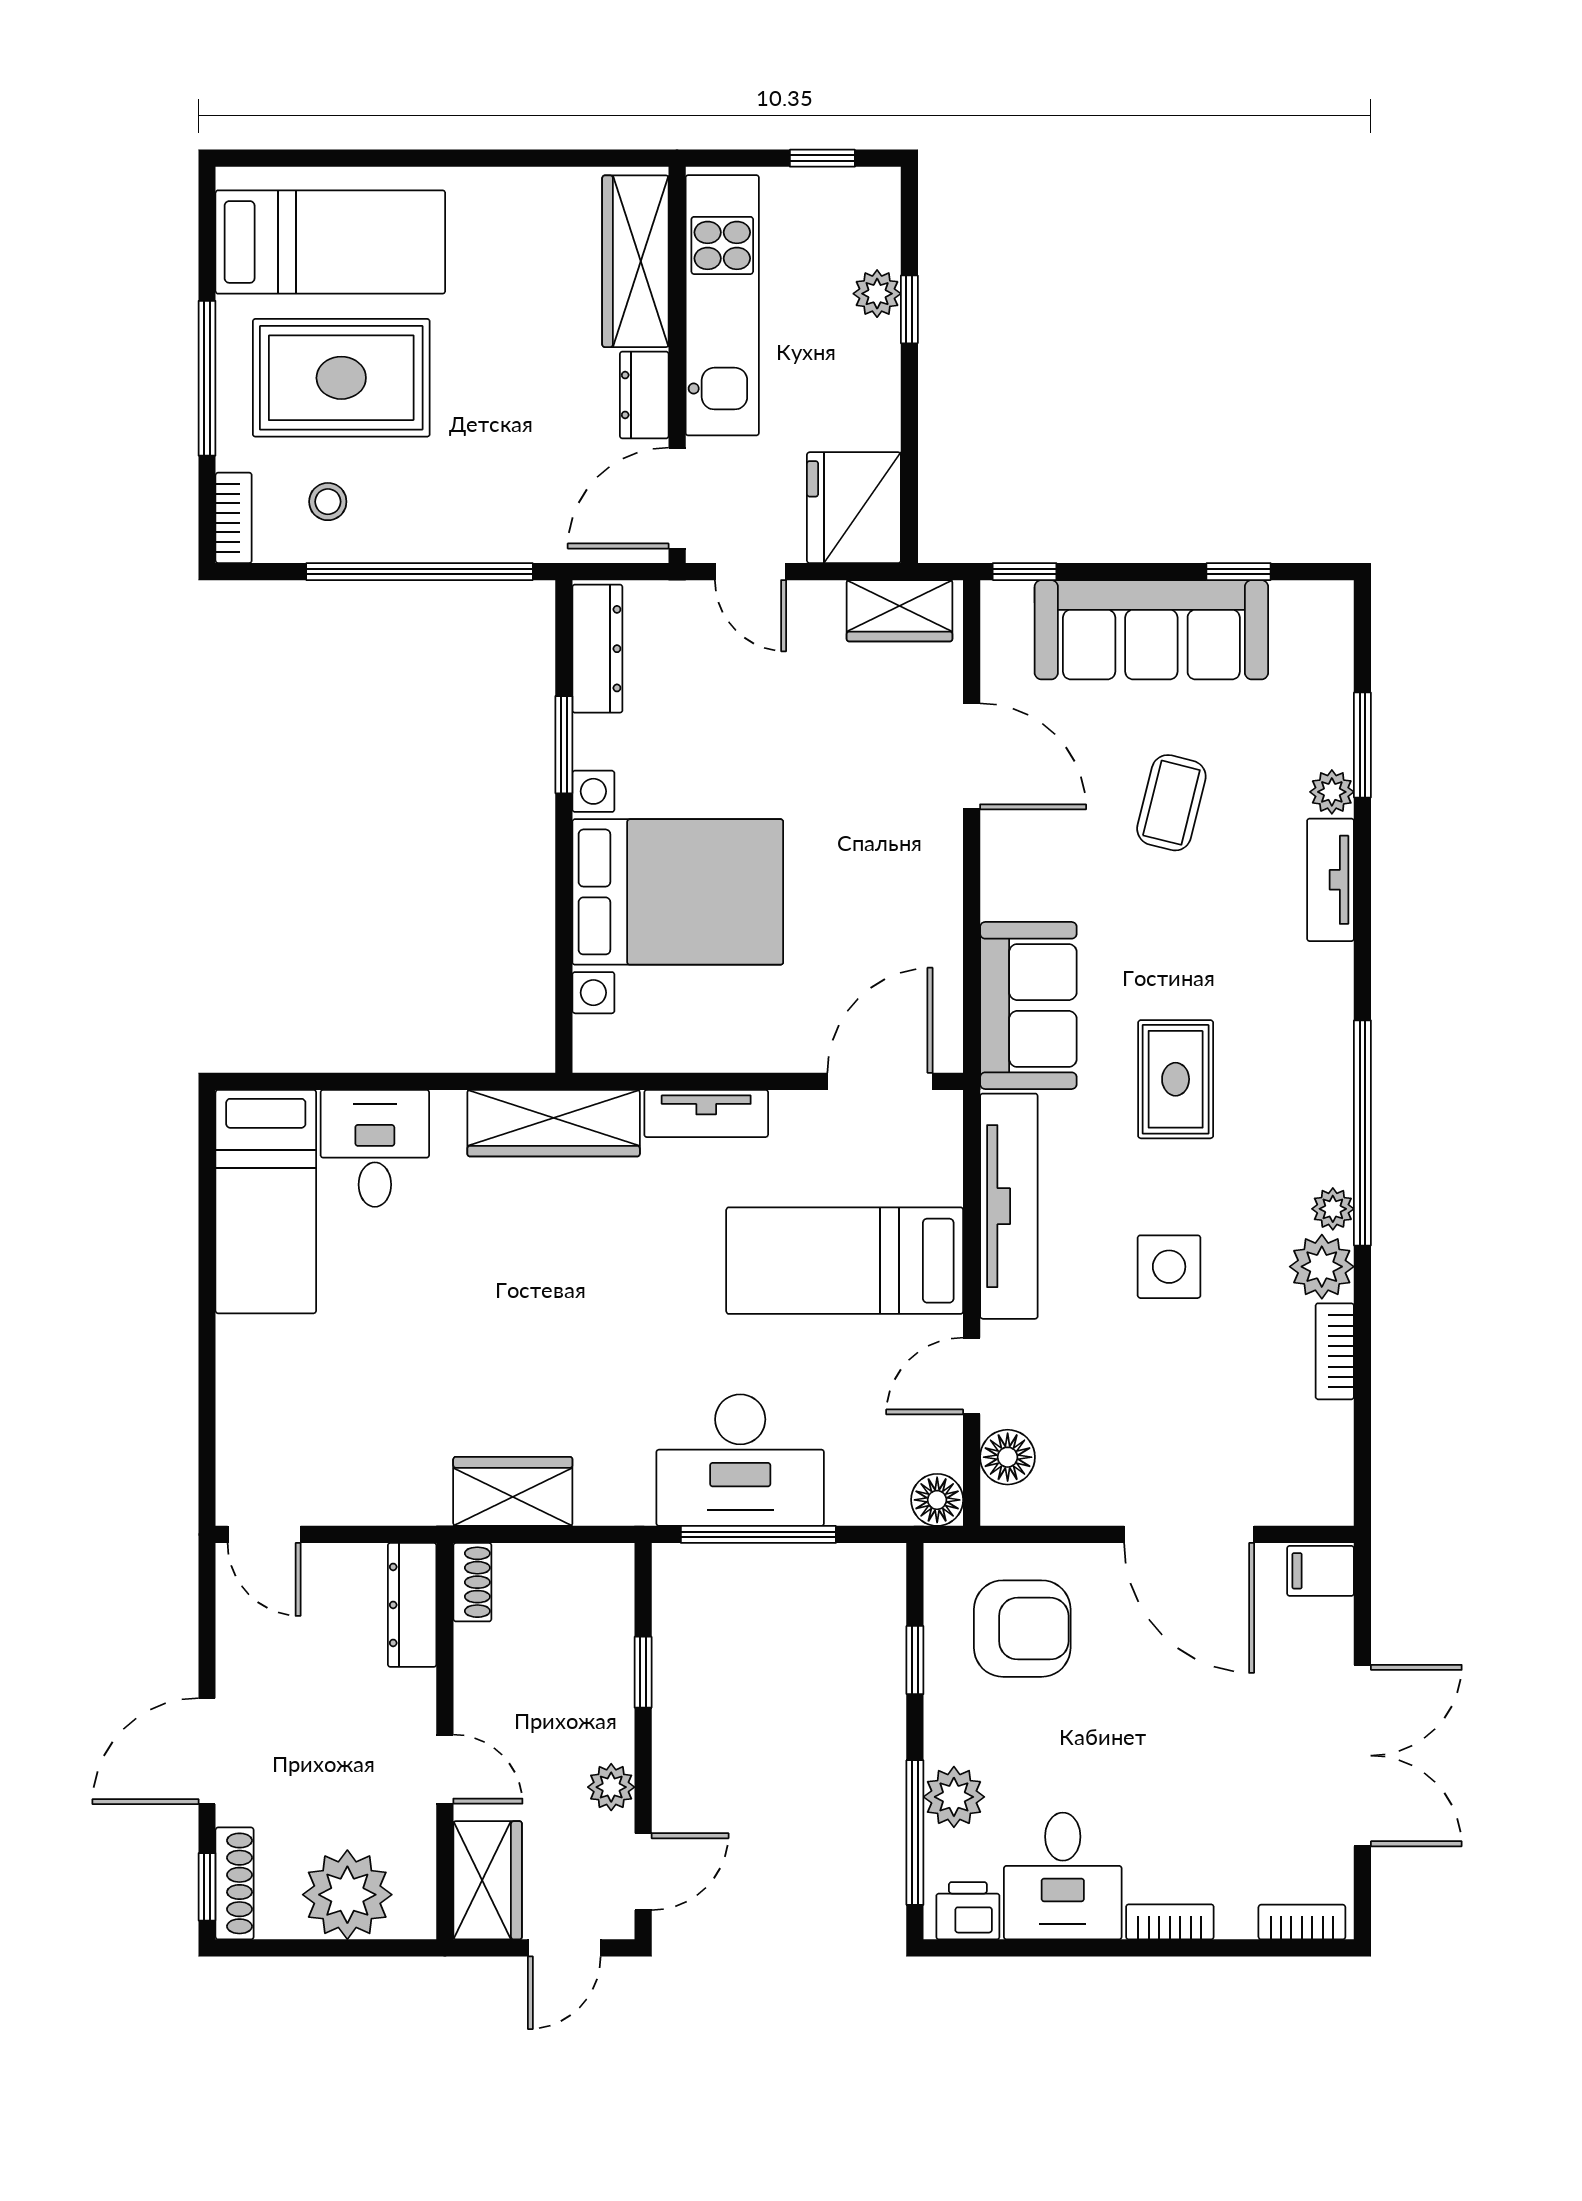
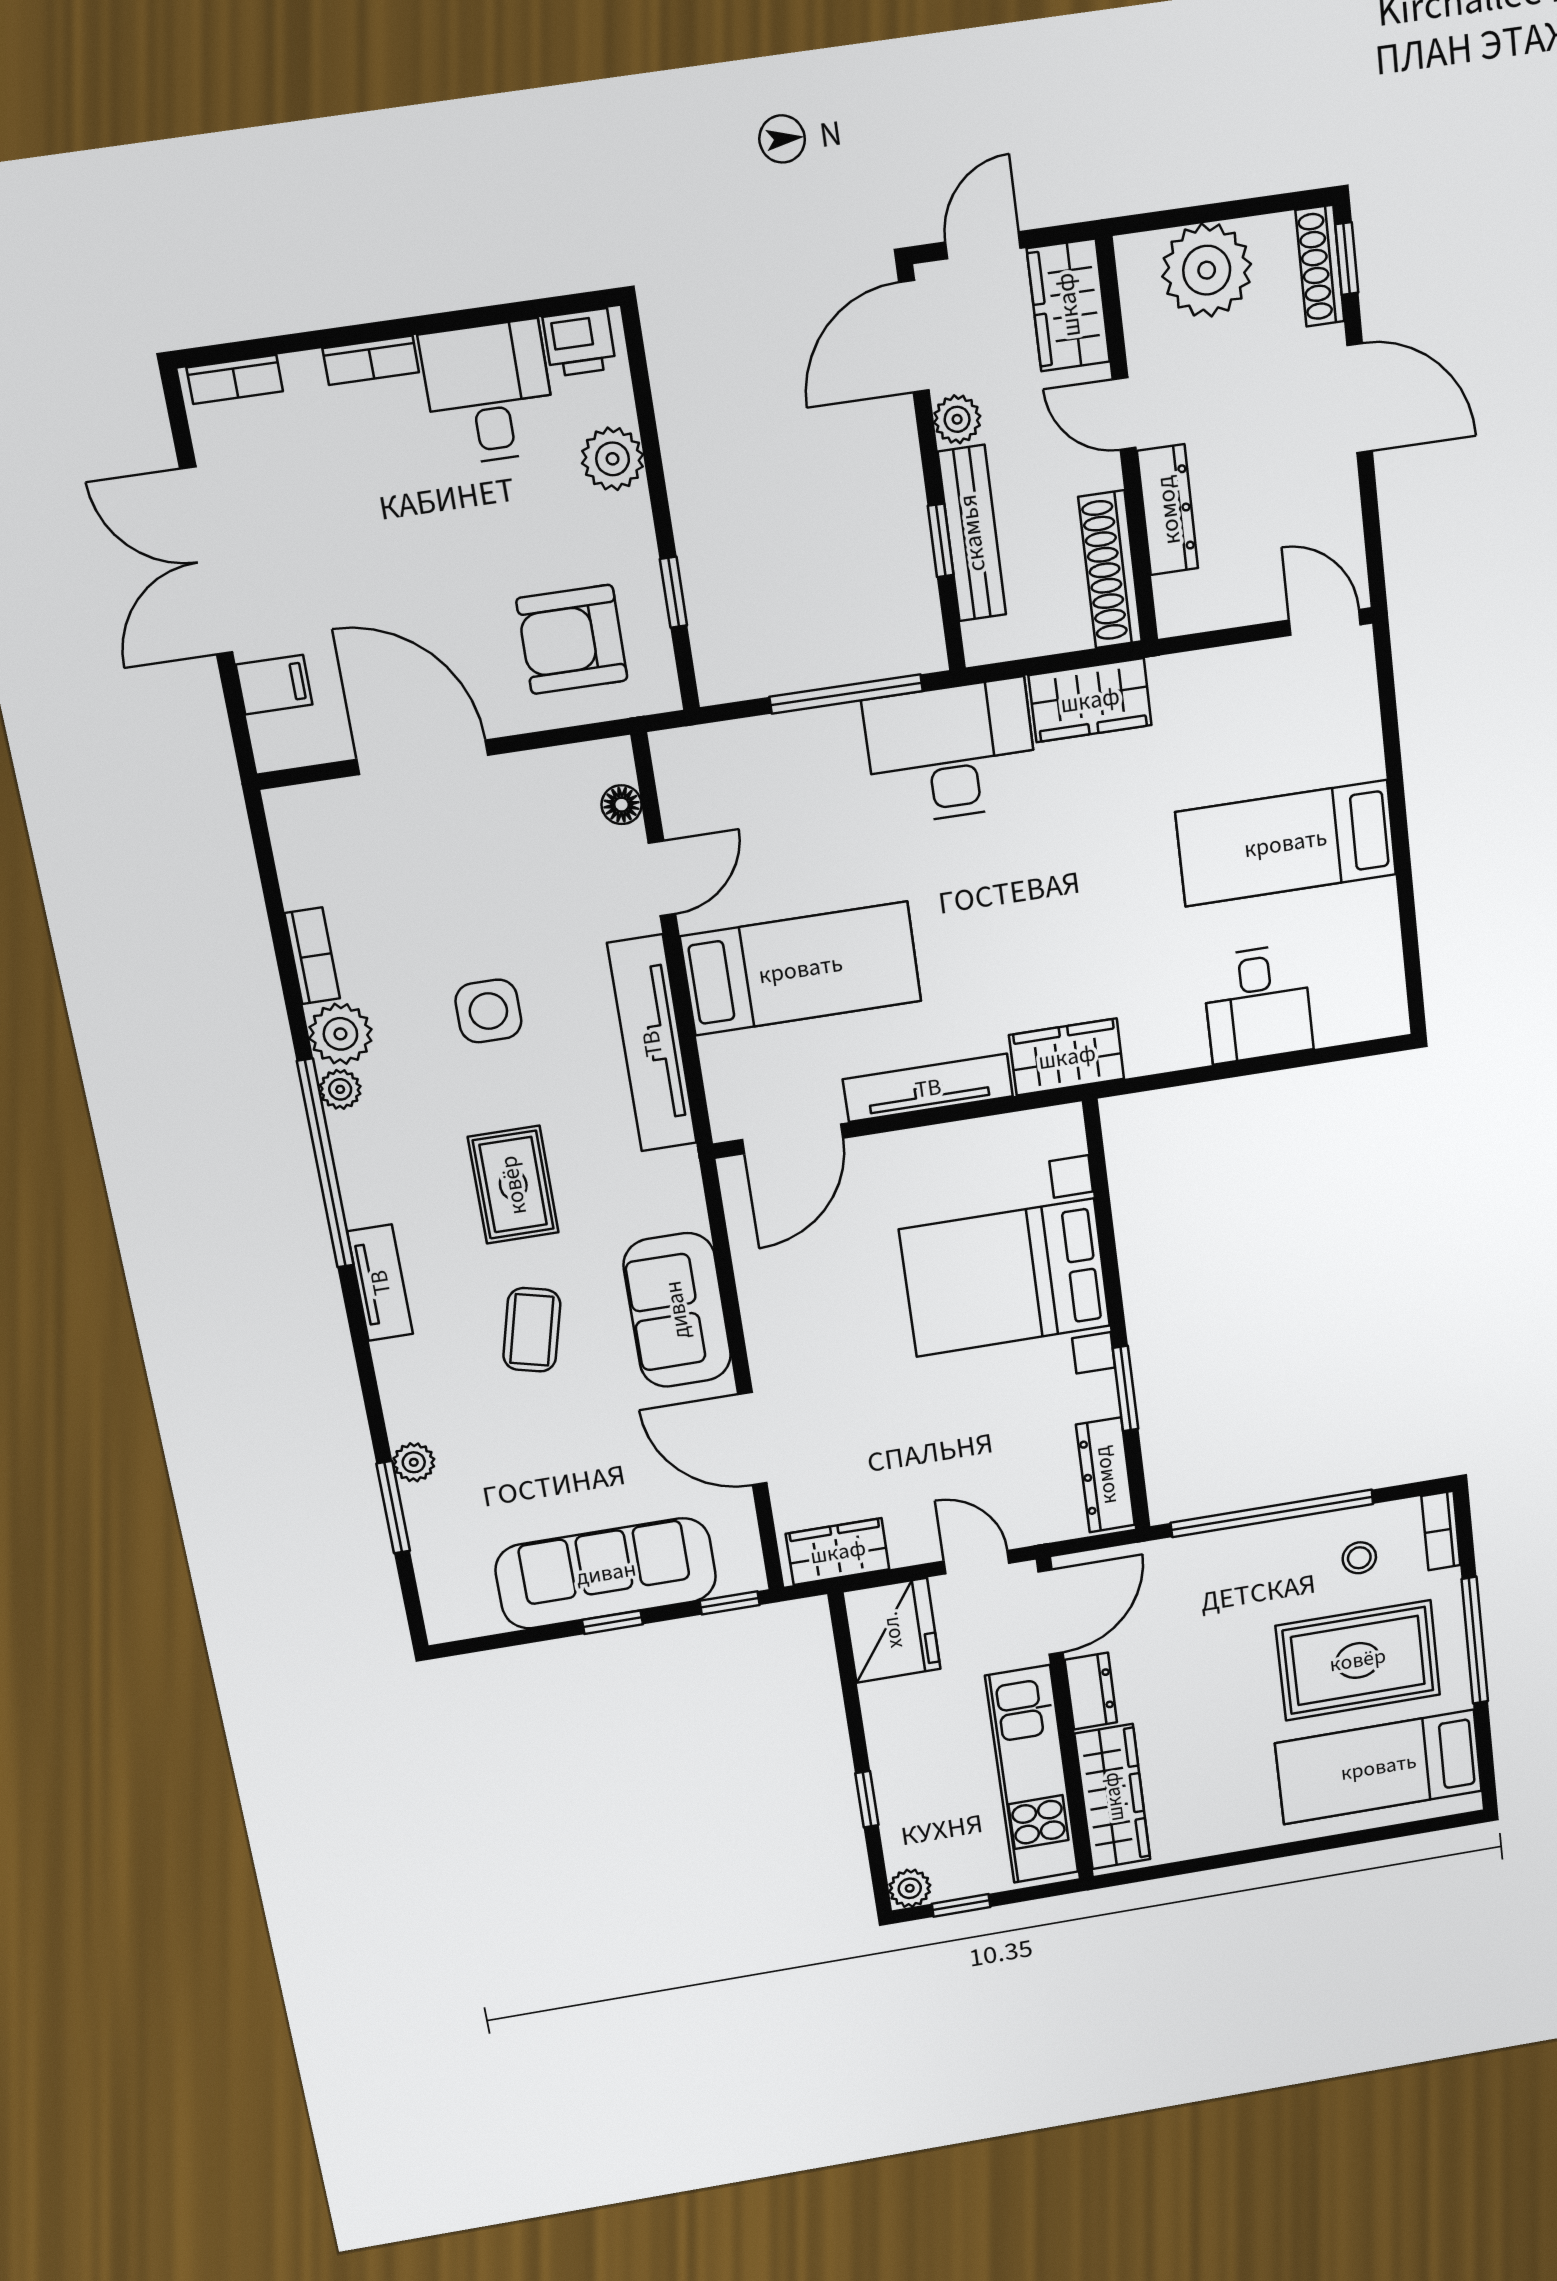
plant: (877, 294) -> (910, 1888), moved
window: (1239, 572) -> (612, 1622), moved
coffee table: (1171, 803) -> (532, 1330), moved
tv unit: (1331, 880) -> (380, 1283), moved
sofa: (1028, 1005) -> (677, 1310), moved
tv unit: (706, 1113) -> (928, 1088), width x1.41
wardrobe: (554, 1123) -> (1067, 1057), width x0.67
bed: (266, 1202) -> (1286, 843), moved, turned -90
floor lamp: (1008, 1457) -> (622, 805), width x0.73, depth x0.73
desk: (740, 1460) -> (951, 752), moved
floor lamp: (937, 1500) -> (677, 754), removed
filing cabinet: (1320, 1571) -> (274, 685), moved
shoe rack: (472, 1582) -> (1110, 569), width x1.94, depth x1.24
dresser: (412, 1605) -> (1168, 510), moved
bench: (611, 1675) -> (972, 533), added
door: (207, 1751) -> (1360, 398), hinge flipped
window: (915, 1833) -> (646, 416), removed
door: (643, 1872) -> (914, 337), width x1.38

